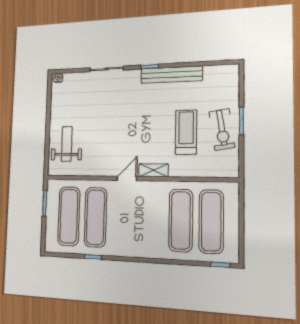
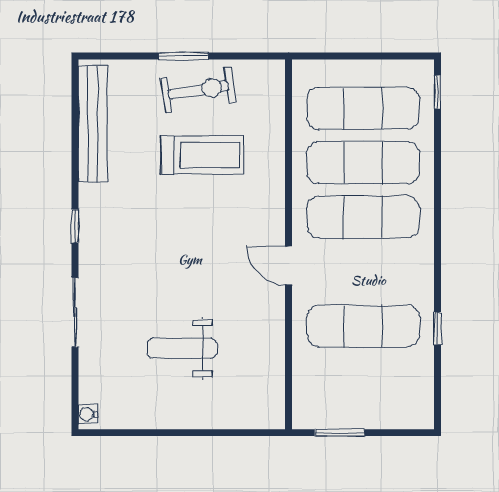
bench: (171, 75) -> (93, 124), moved
treadmill: (186, 132) -> (202, 155), turned 180
weight bench: (67, 144) -> (182, 348), moved
shelving: (154, 170) -> (273, 215), removed
exercise mat: (69, 216) -> (363, 217), moved

